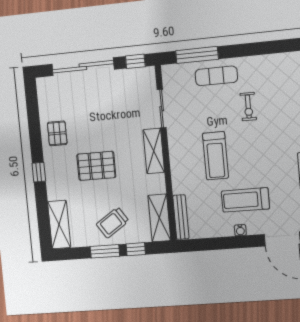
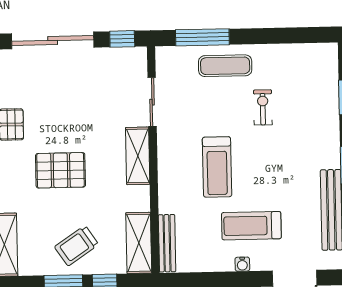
exercise bike: (248, 107) -> (263, 107), turned 180

